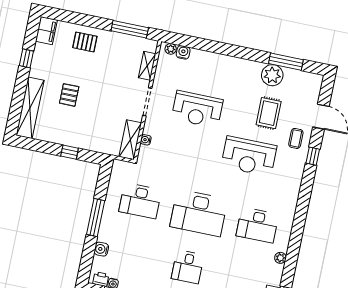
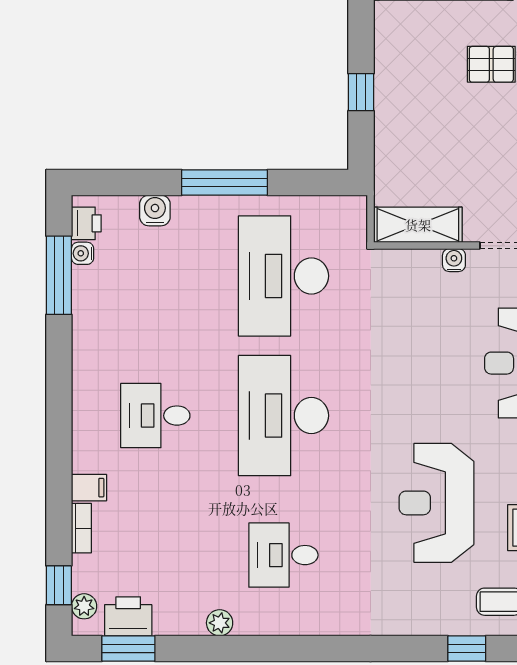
water cooler: (146, 140) -> (454, 260), moved
desk: (140, 201) -> (283, 276), width x1.36, depth x1.30
desk: (257, 225) -> (283, 555), width x0.73

